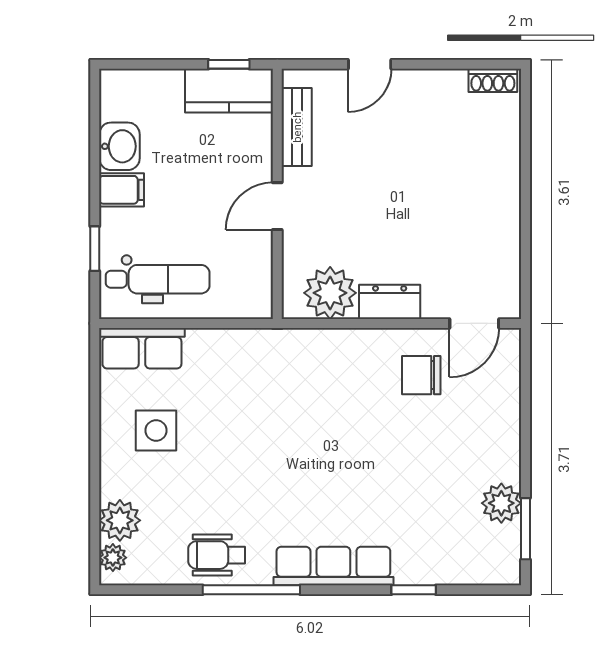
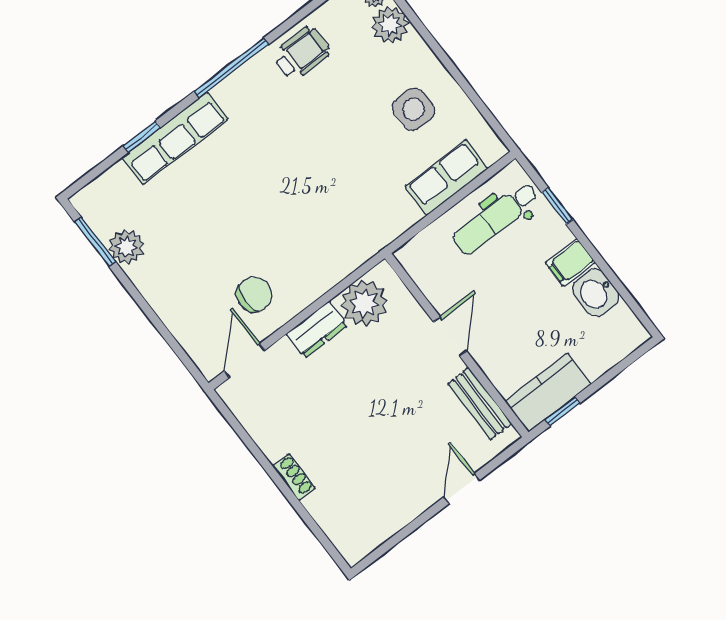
shoe rack: (493, 80) -> (294, 477), moved, turned 90
row of seats: (142, 348) -> (446, 177), moved
row of seats: (333, 566) -> (175, 138), moved
window: (251, 590) -> (231, 68), moved

